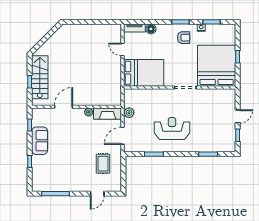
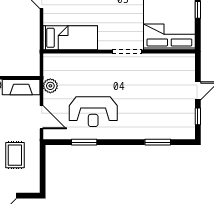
bed: (144, 73) -> (70, 38), width x0.67
reception desk: (172, 128) -> (93, 112), moved, turned 180
door: (123, 136) -> (42, 117), swing flipped

